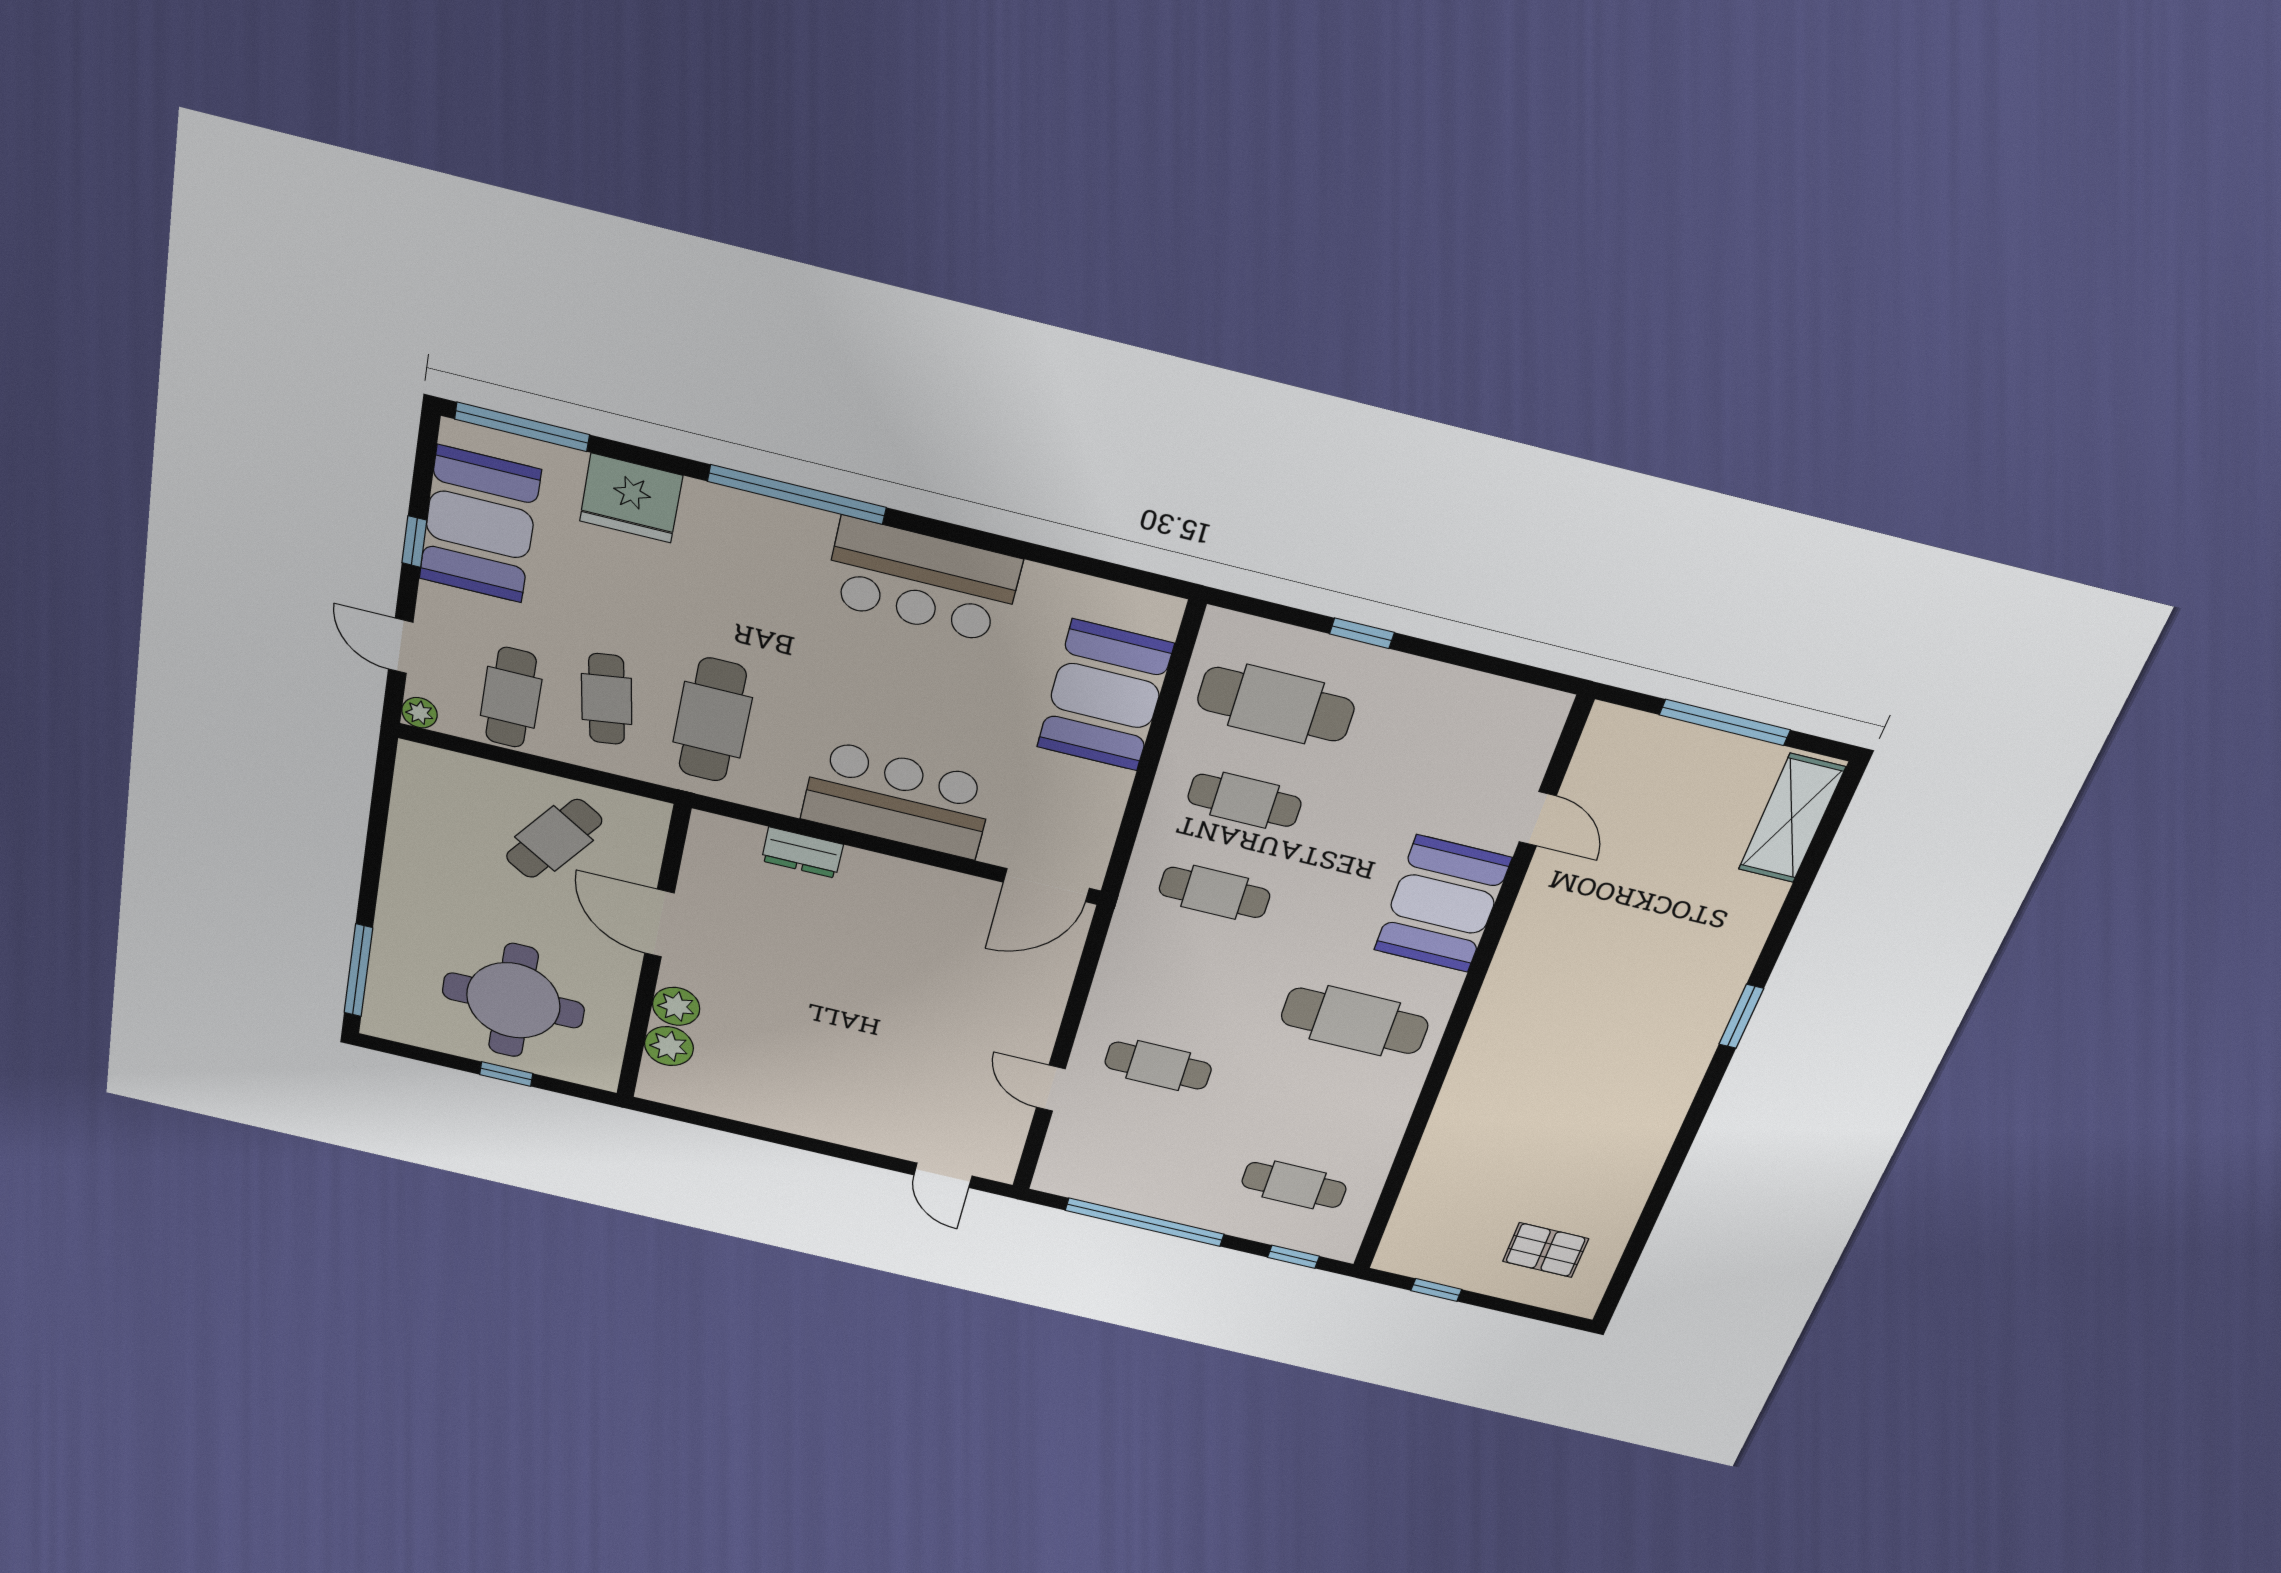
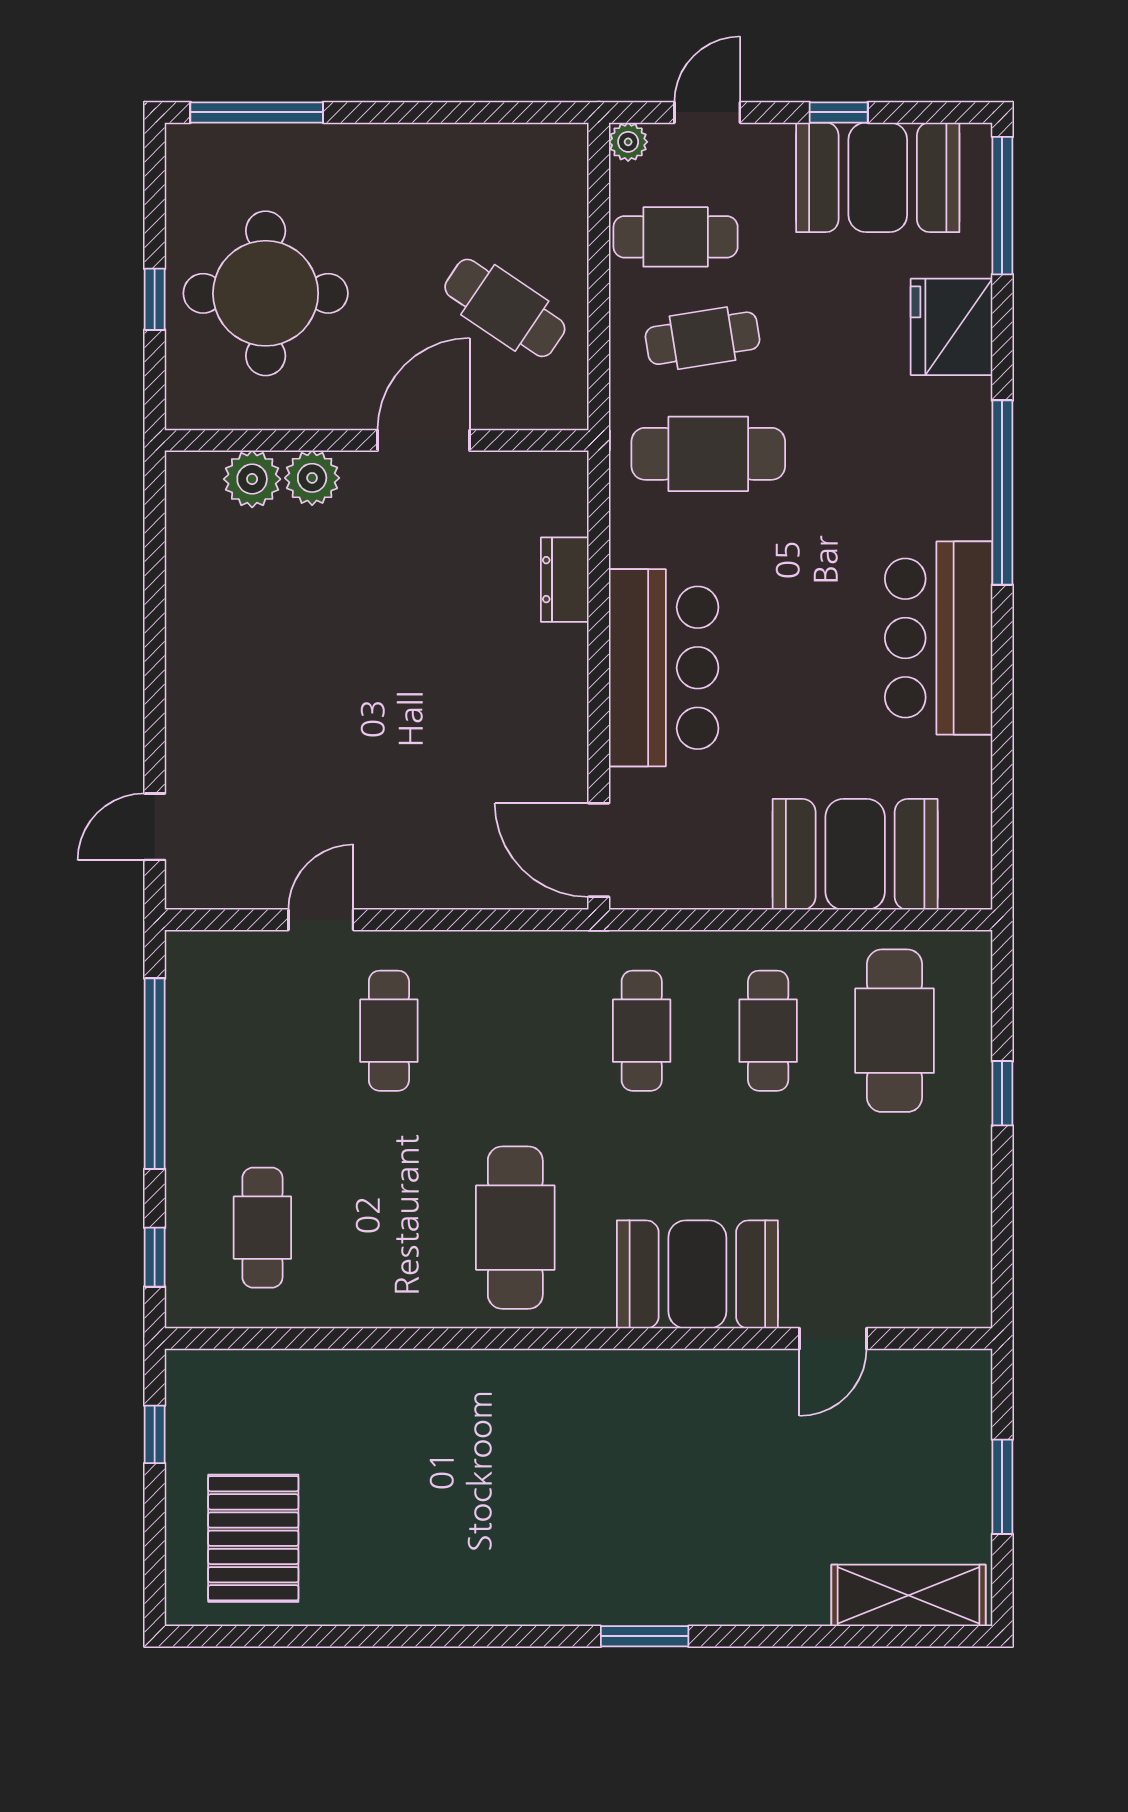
window: (1725, 722) -> (1002, 1487), width x0.69
pallet: (1546, 1250) -> (253, 1538), width x1.50, depth x1.42

